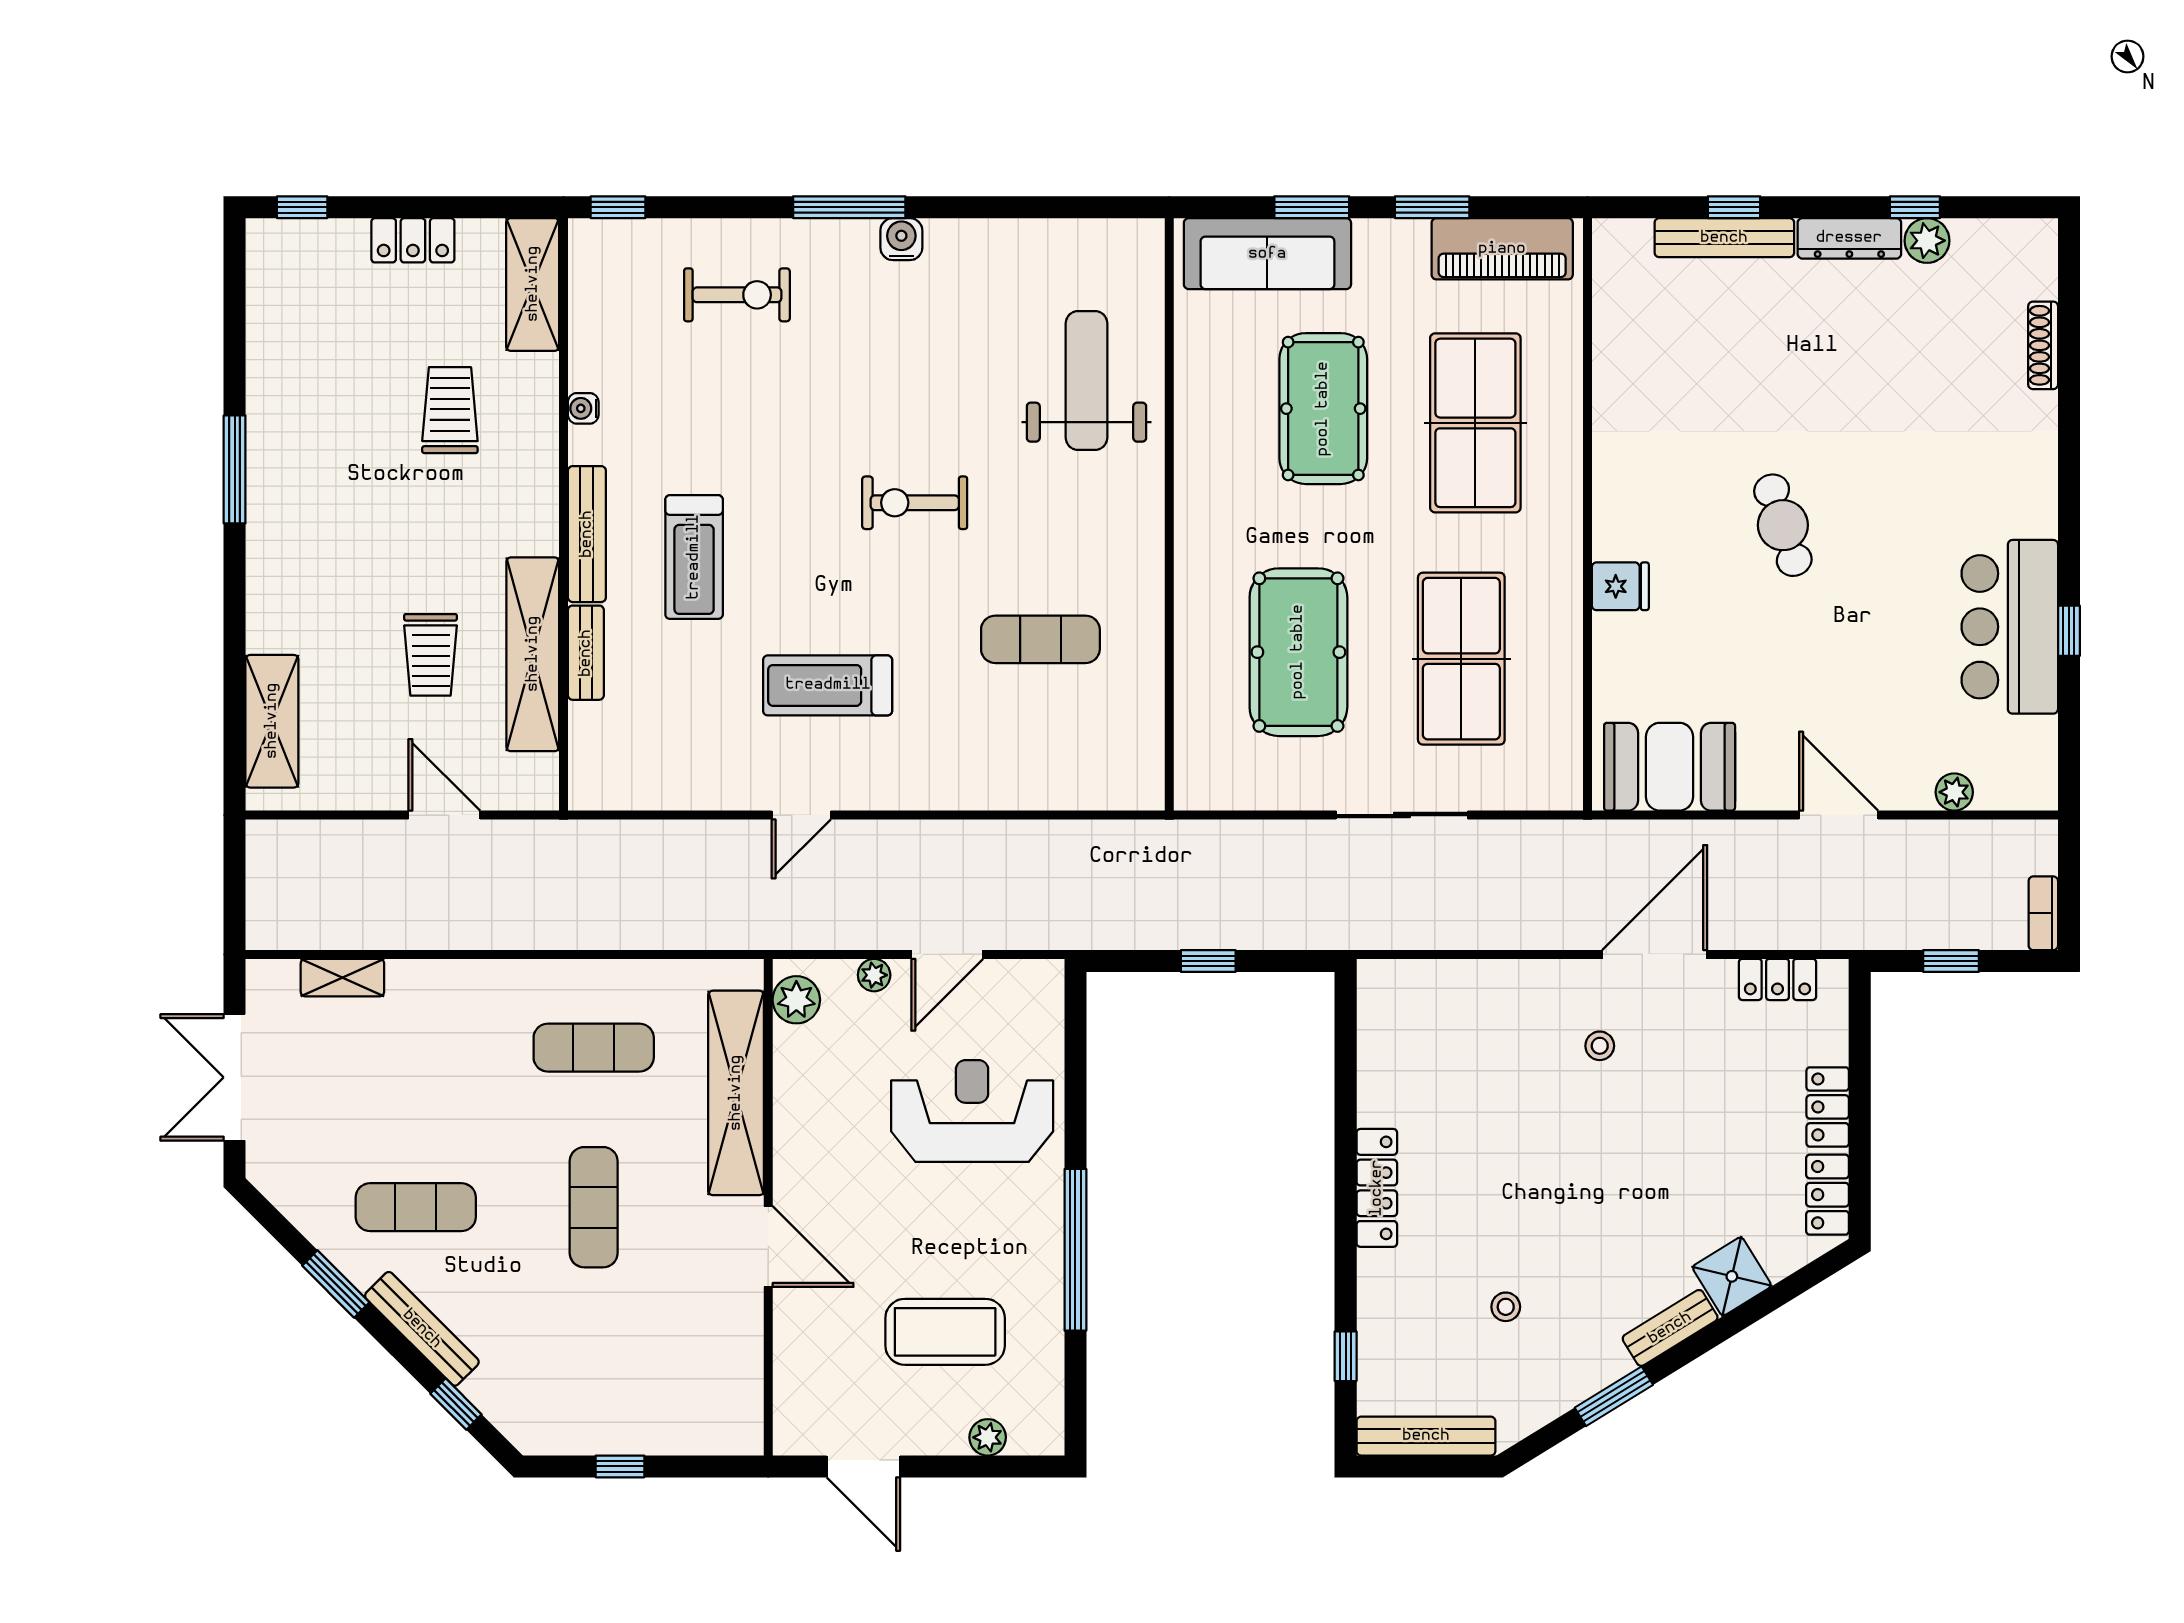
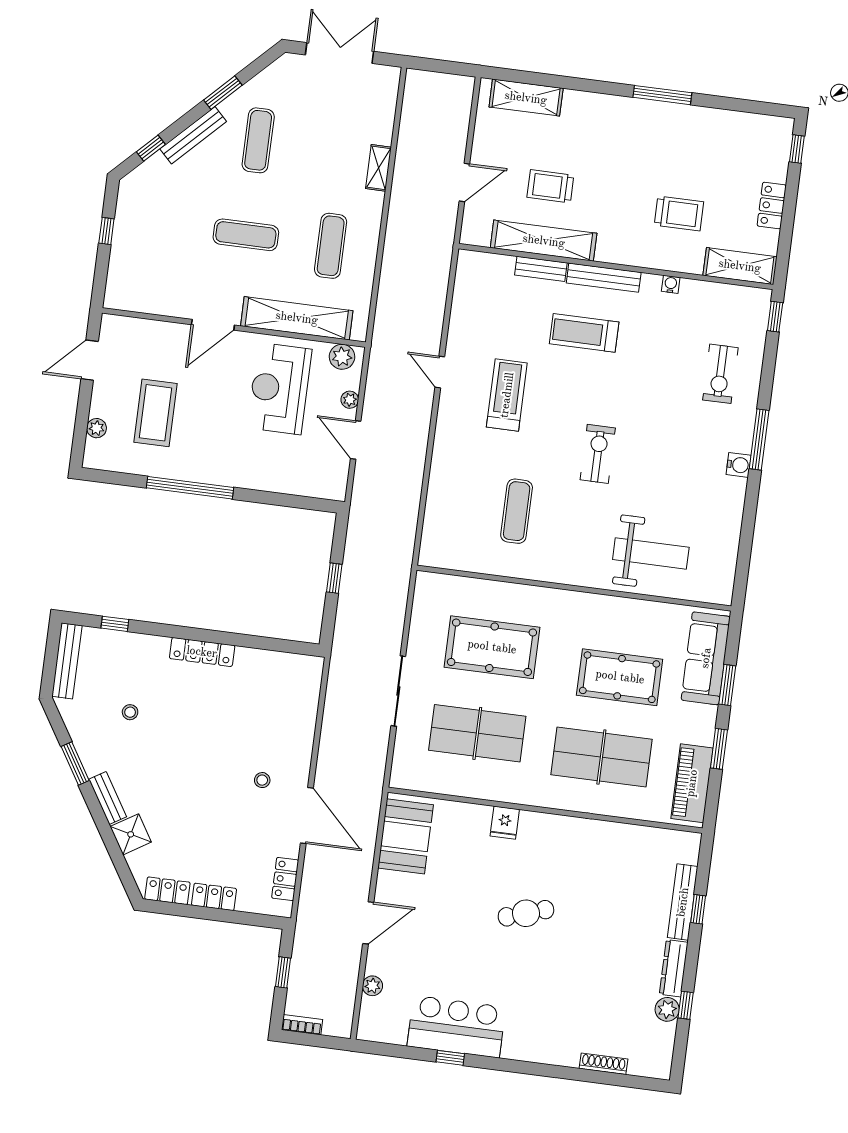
shelving: (342, 978) -> (379, 168), moved
reception desk: (972, 1111) -> (280, 389), moved, turned 180

